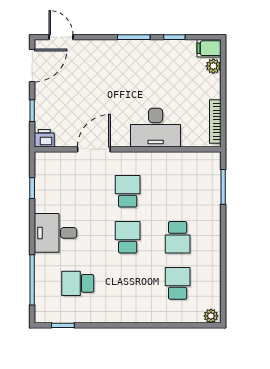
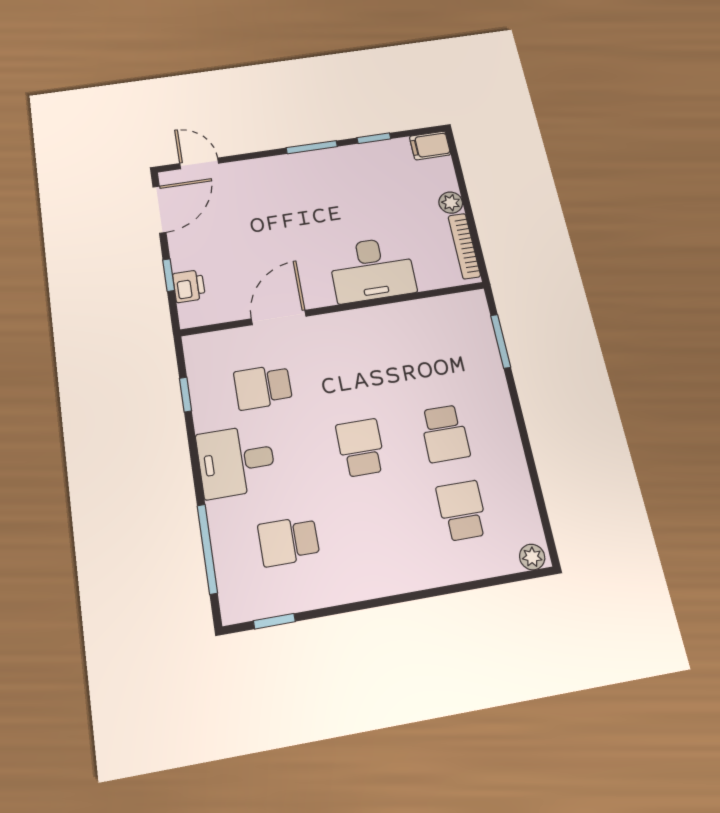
plant: (213, 66) -> (451, 203), moved
printer: (44, 138) -> (189, 286), moved, turned 90
school desk: (128, 191) -> (263, 387), moved, turned -90

